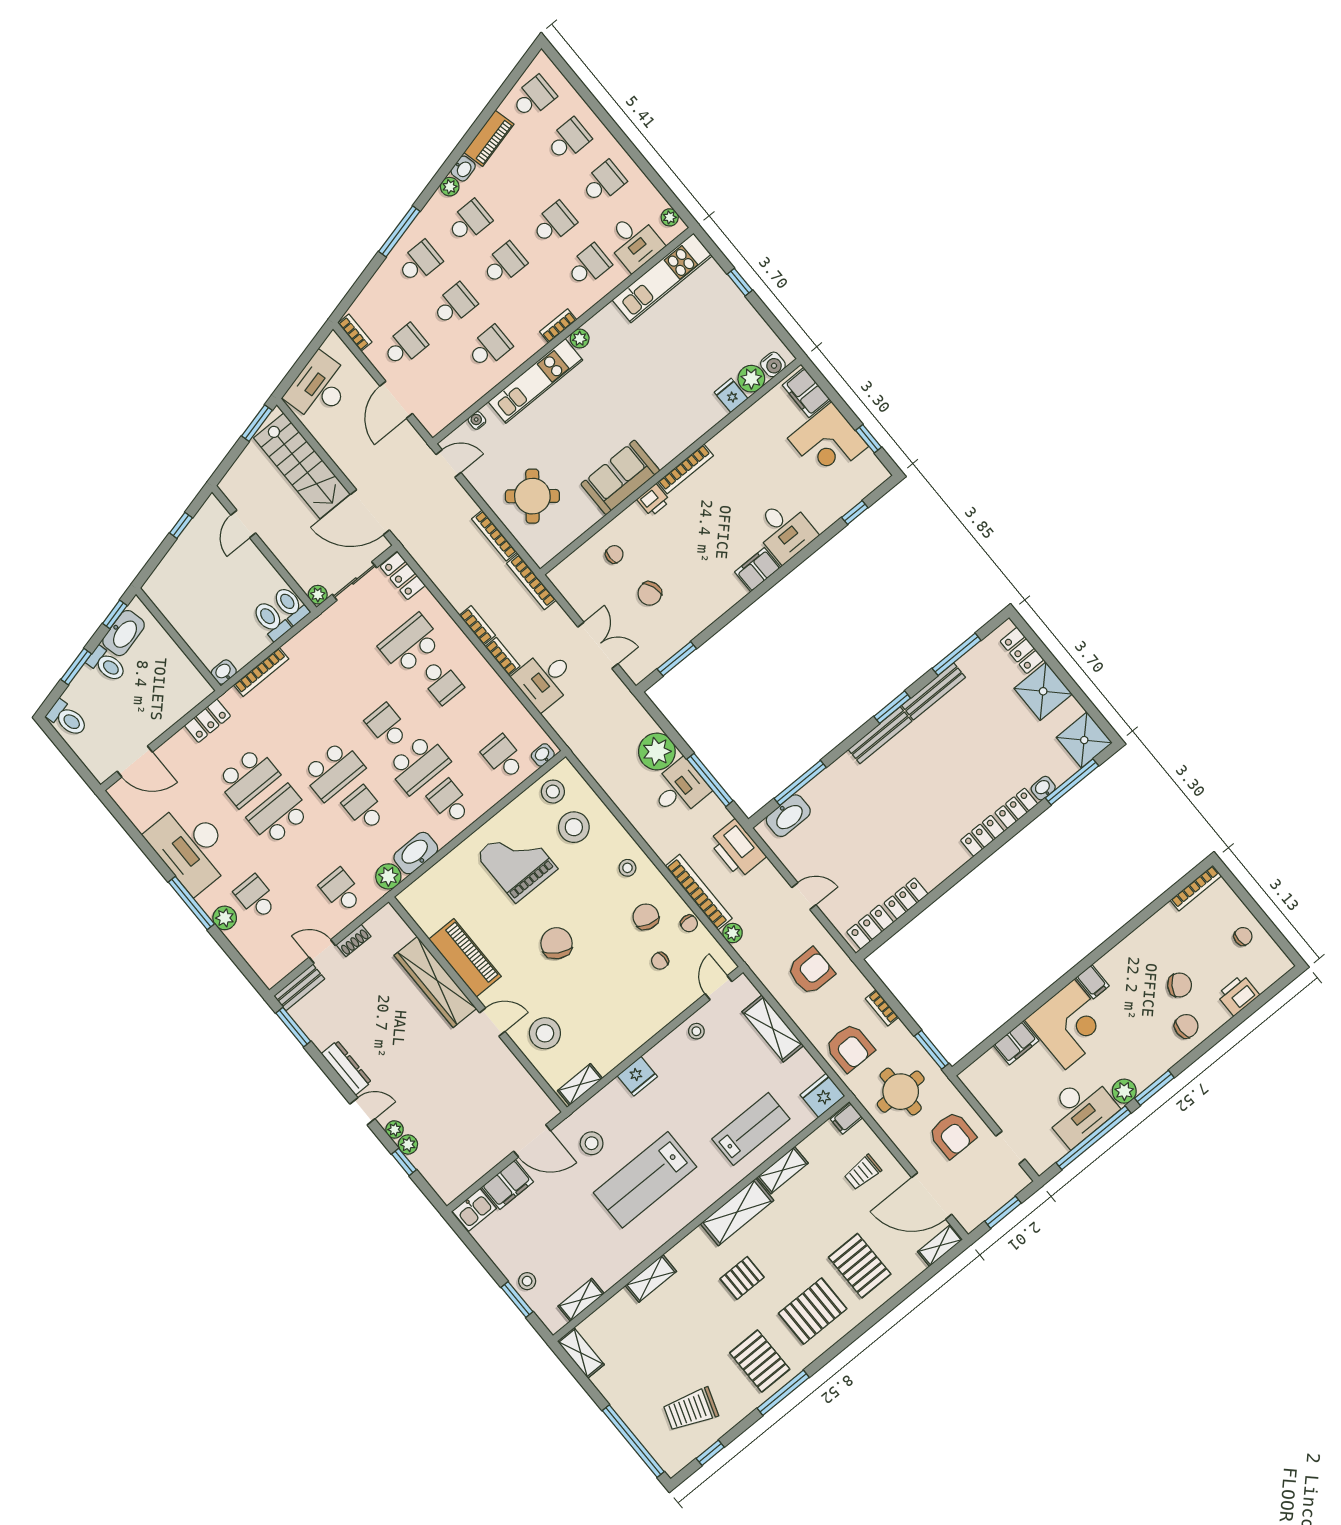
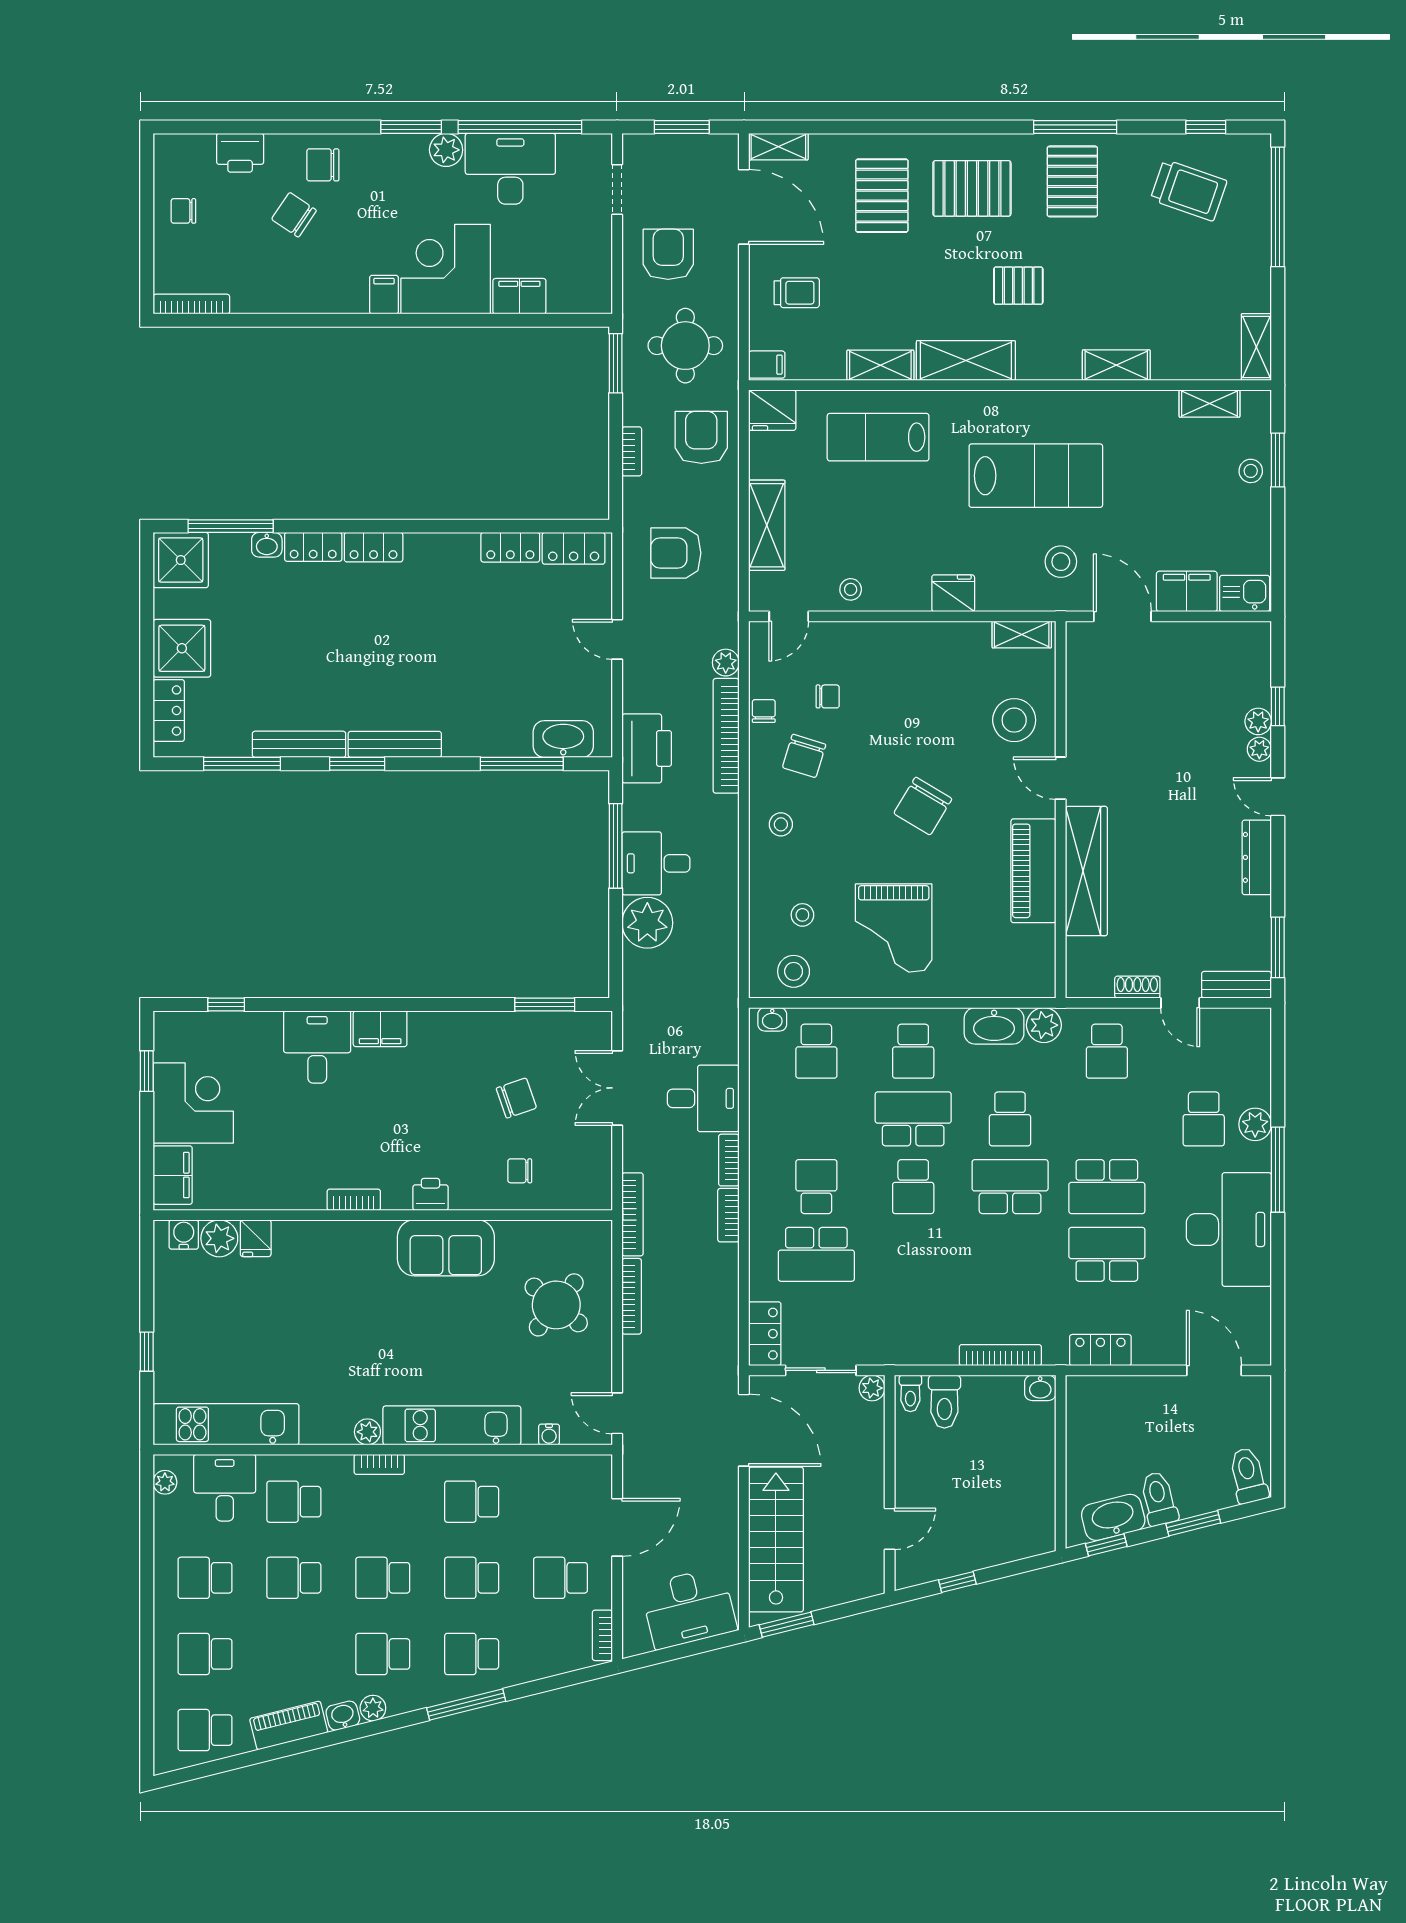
bookcase: (685, 469) -> (354, 1200), width x0.64
toilet: (291, 605) -> (910, 1393), width x0.73, depth x0.72
stool: (574, 827) -> (802, 915), width x0.53, depth x0.53

